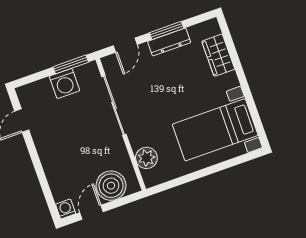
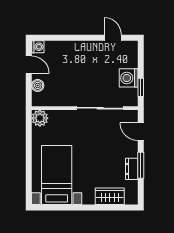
dresser: (169, 42) -> (132, 169), width x0.70
window: (71, 64) -> (141, 87), width x0.67
plant: (146, 158) -> (40, 118), moved
boiler: (111, 186) -> (38, 85), width x0.54, depth x0.54

